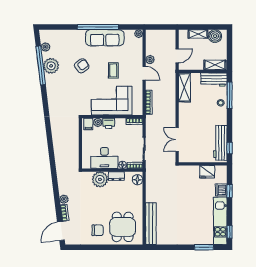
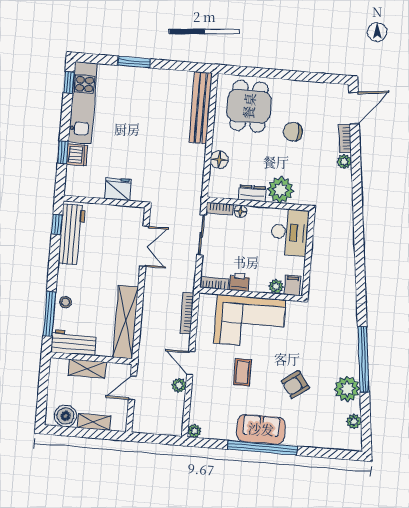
sofa: (105, 38) -> (261, 429), width x0.73
window: (41, 65) -> (363, 360), moved
shelving: (215, 65) -> (87, 369), moved
shelving: (184, 87) -> (126, 322), width x1.47
printer: (109, 123) -> (239, 282), moved
desk: (104, 158) -> (290, 232), moved, turned 90
fridge: (207, 172) -> (118, 189), moved
floor lamp: (137, 180) -> (219, 160), moved
chair: (98, 230) -> (293, 132), moved
window: (204, 247) -> (134, 62), moved

